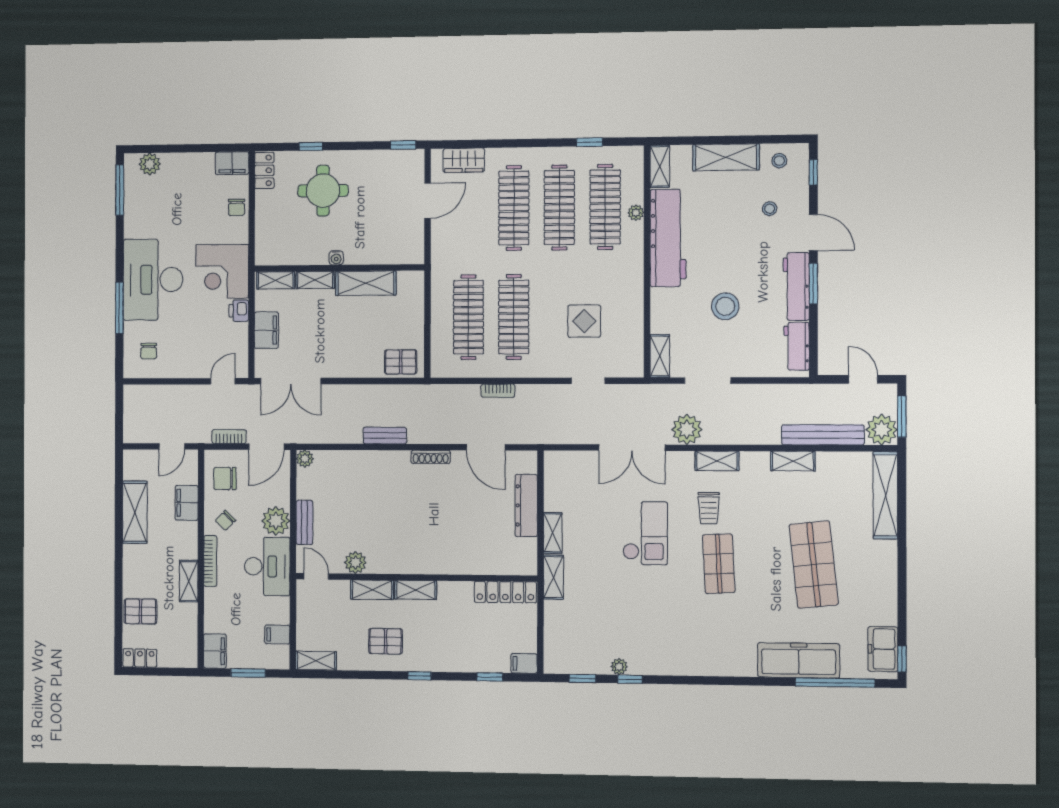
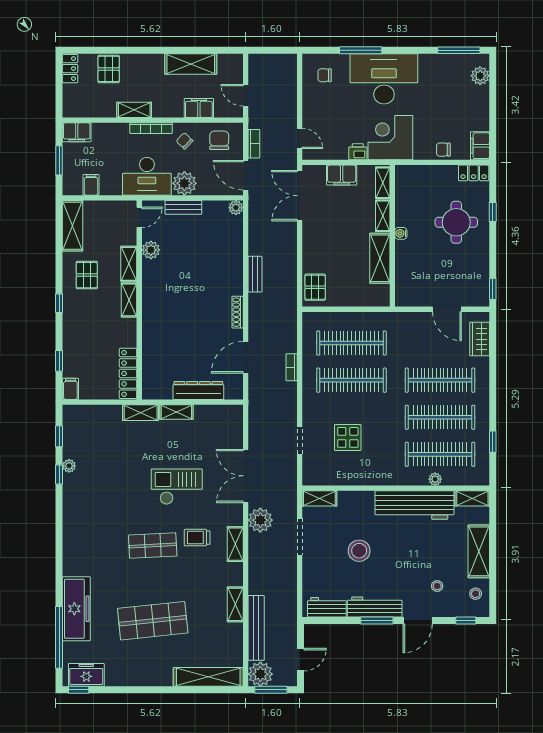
checkout: (645, 533) -> (177, 487), turned 180
shelving: (316, 661) -> (73, 226), width x1.50, depth x1.33

